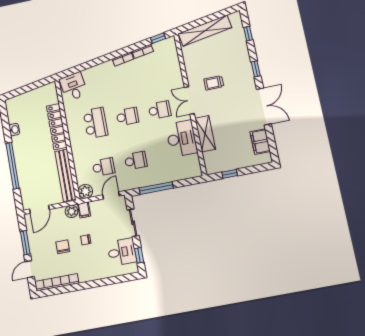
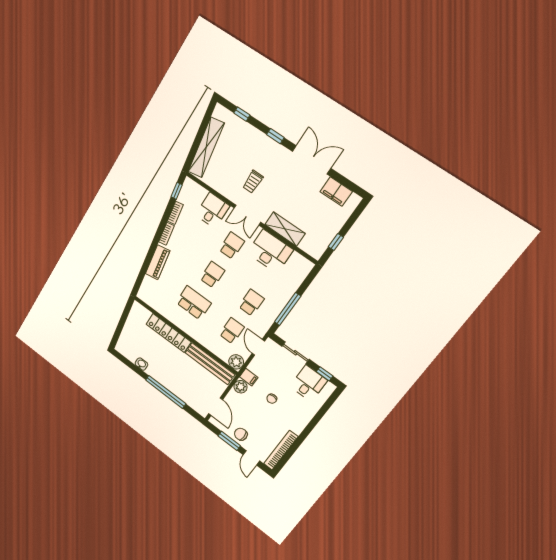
piano: (98, 72) -> (158, 262), added
desk: (74, 87) -> (213, 210), moved, turned 100
chair: (63, 247) -> (241, 434), moved

